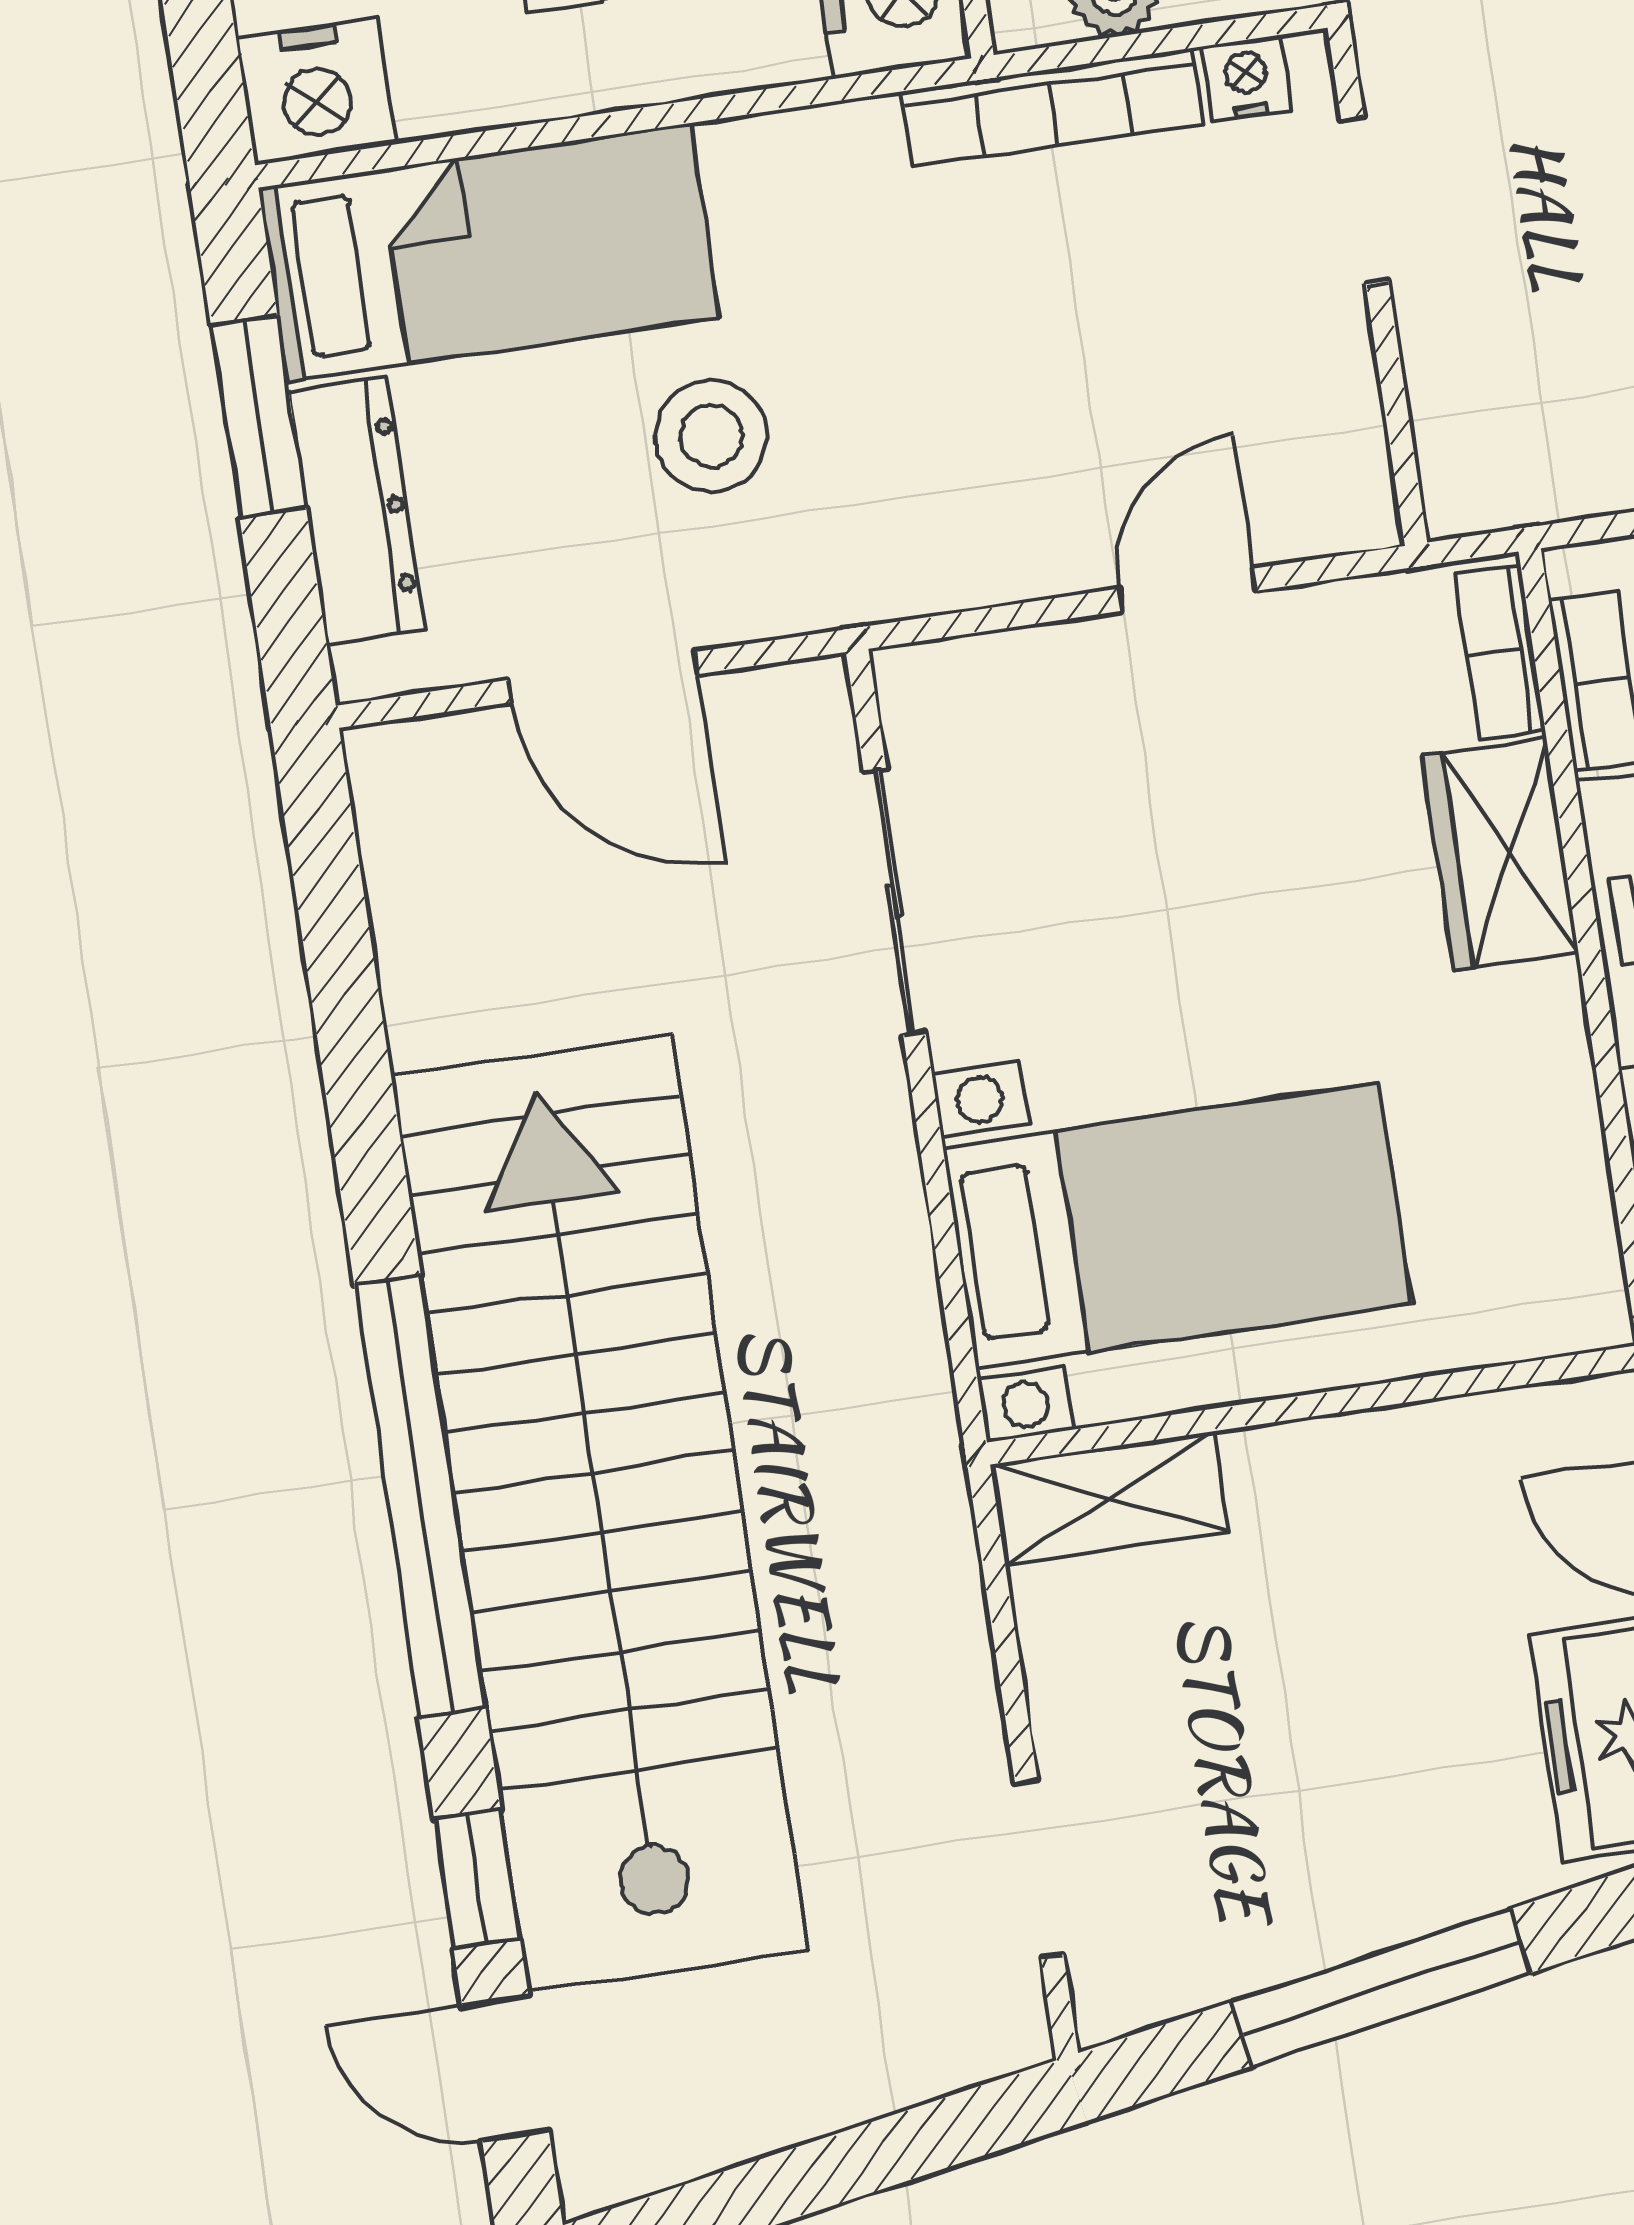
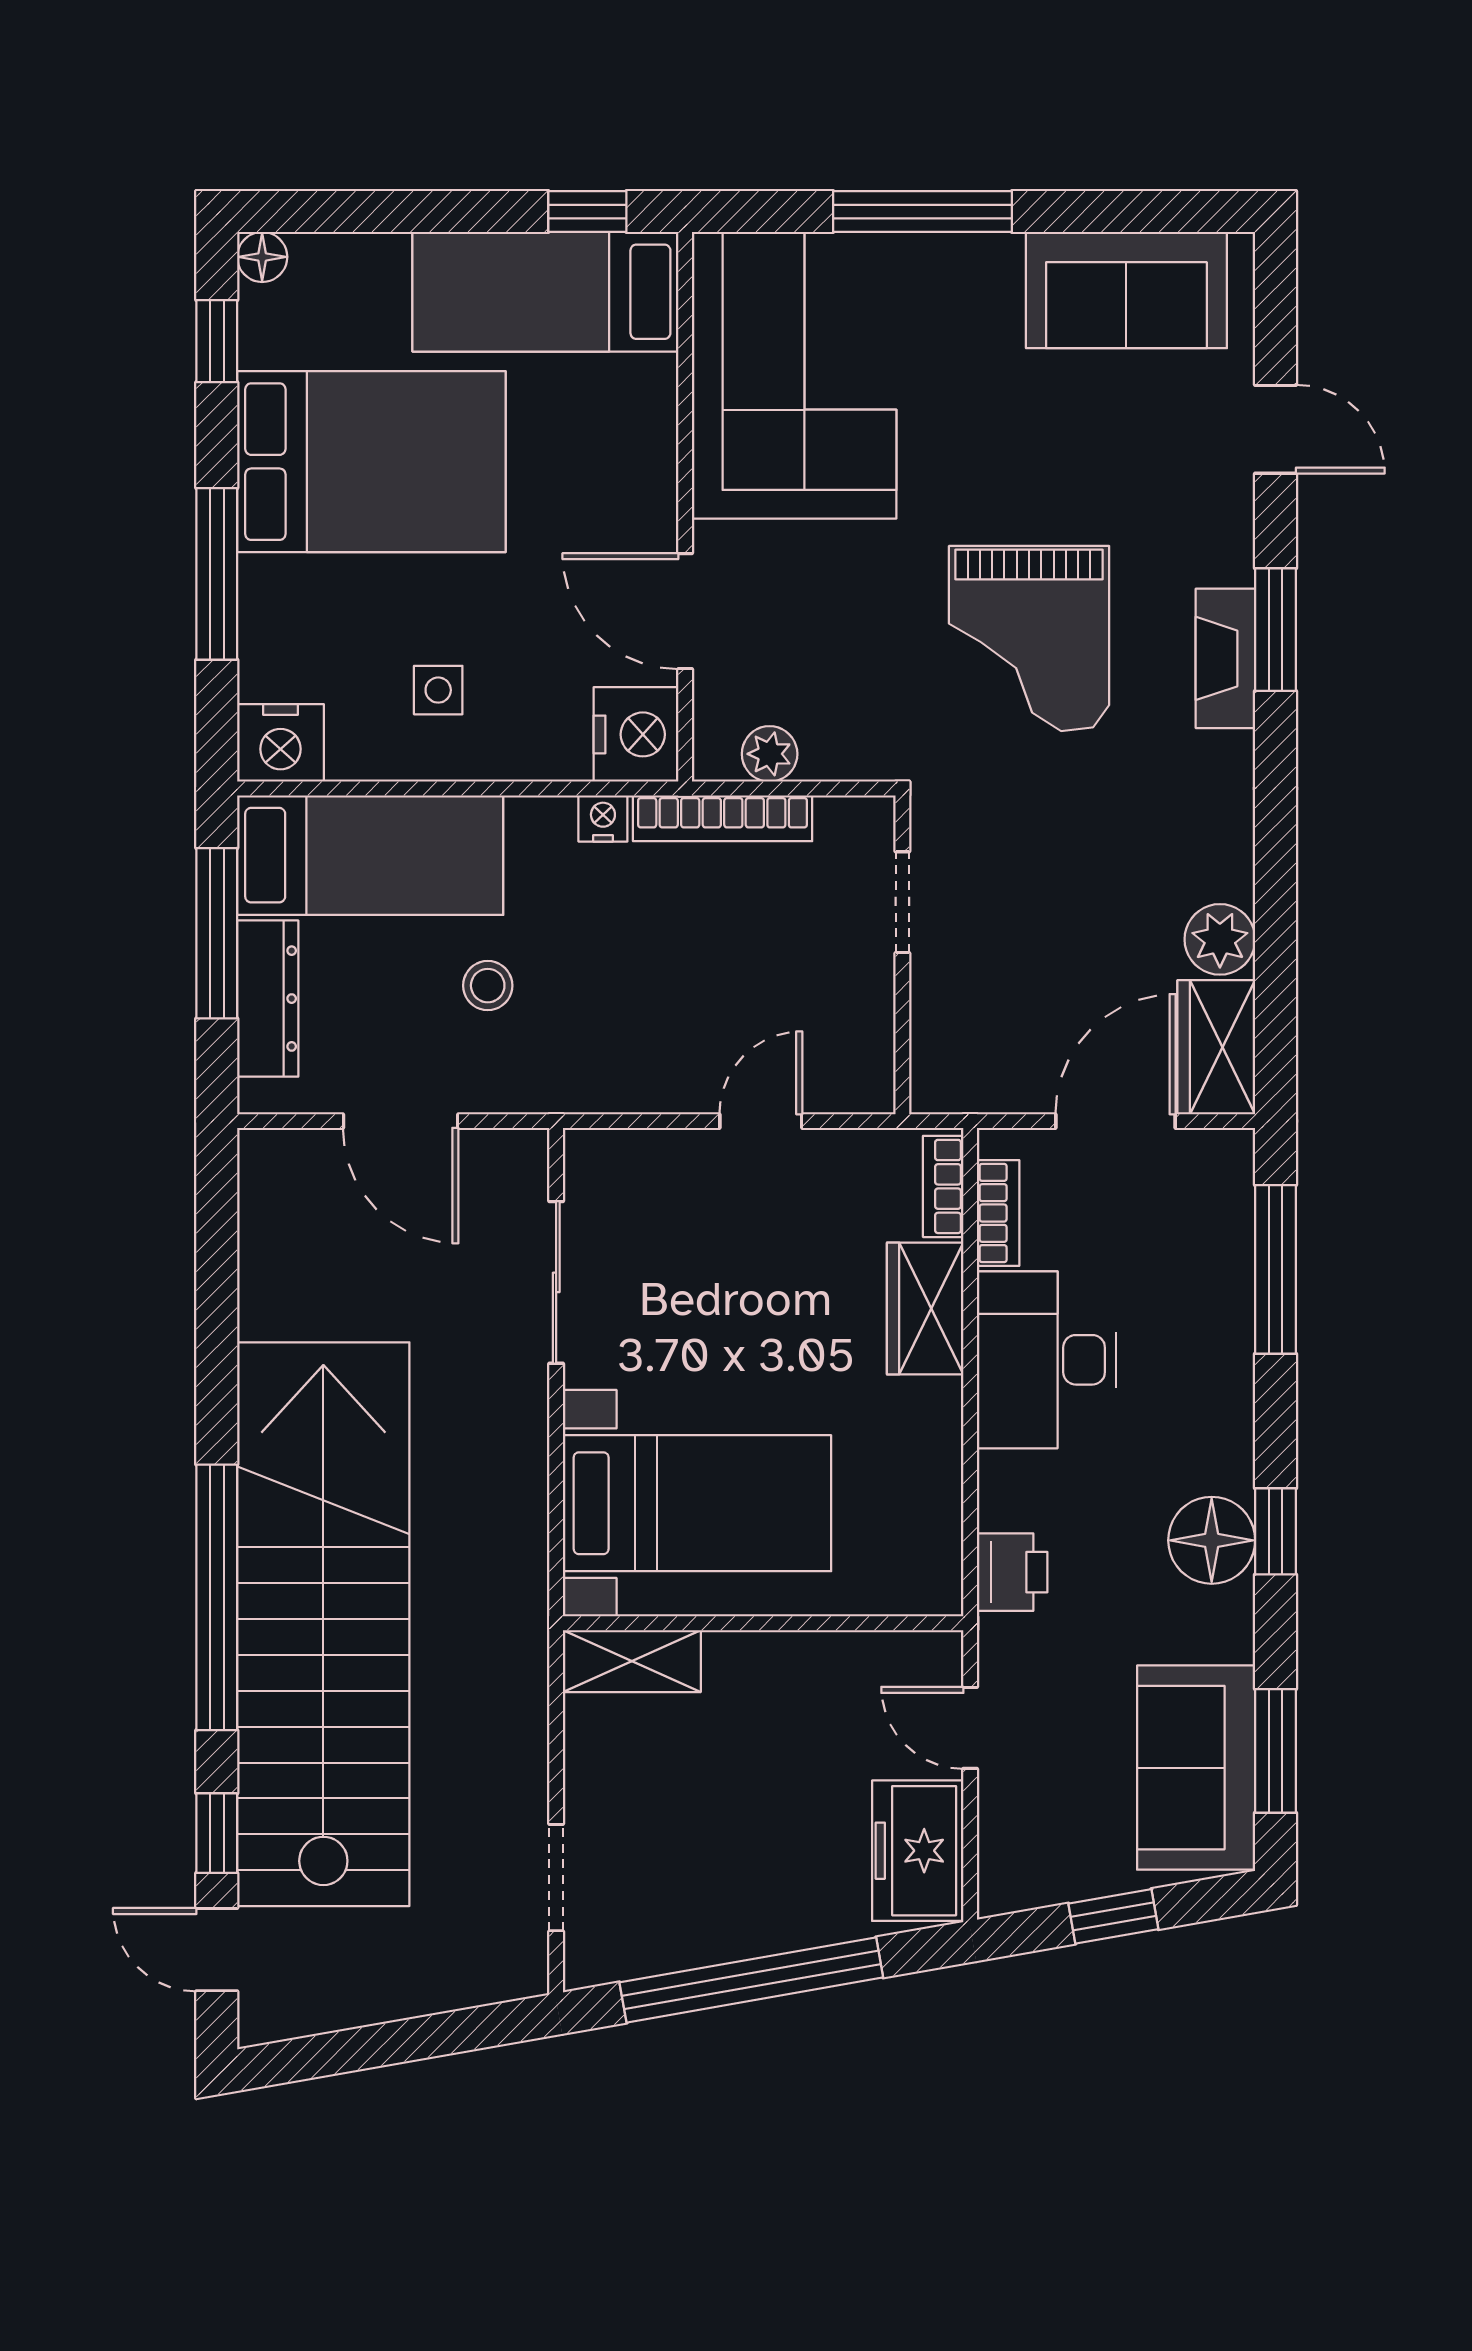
nightstand: (1246, 78) -> (603, 818), moved
window: (259, 417) -> (217, 933), width x1.44
stool: (711, 436) -> (488, 986), width x0.73, depth x0.73
window: (1381, 1987) -> (751, 1980), width x1.46

